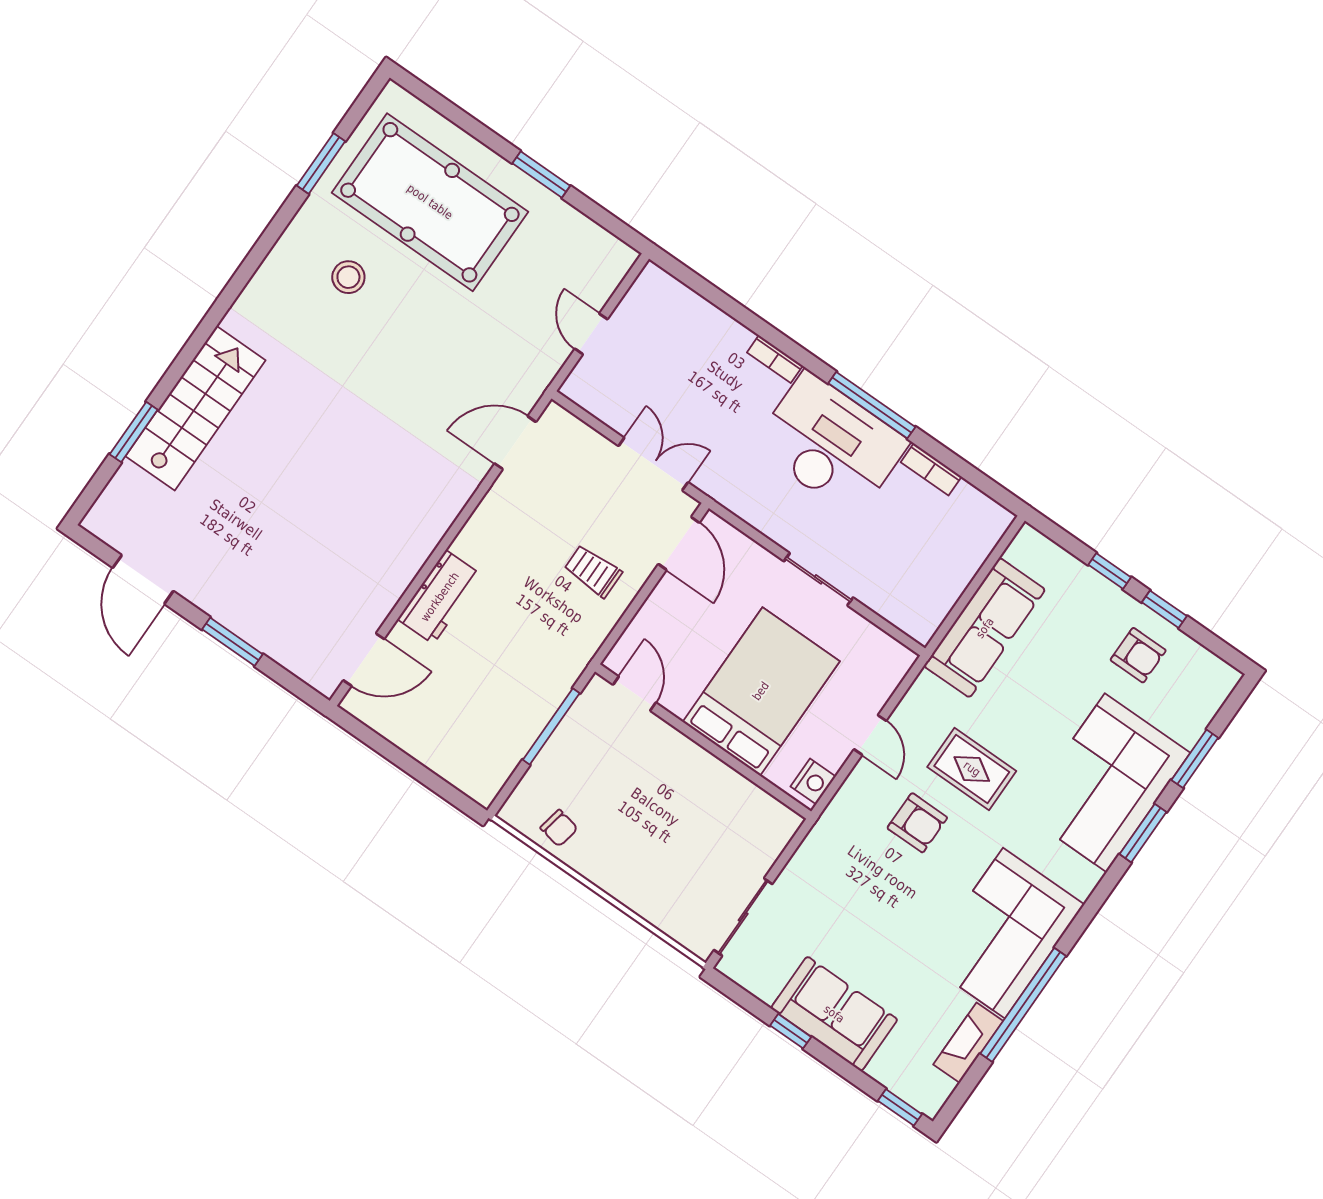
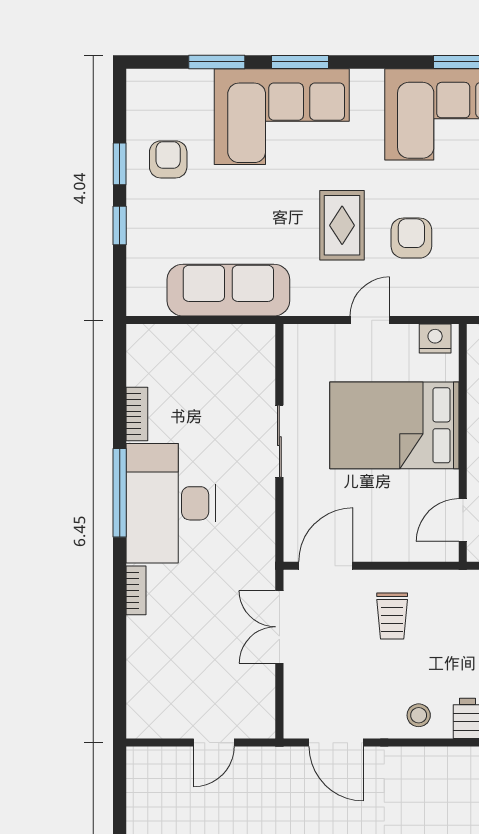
stool: (488, 533) -> (419, 715), added

